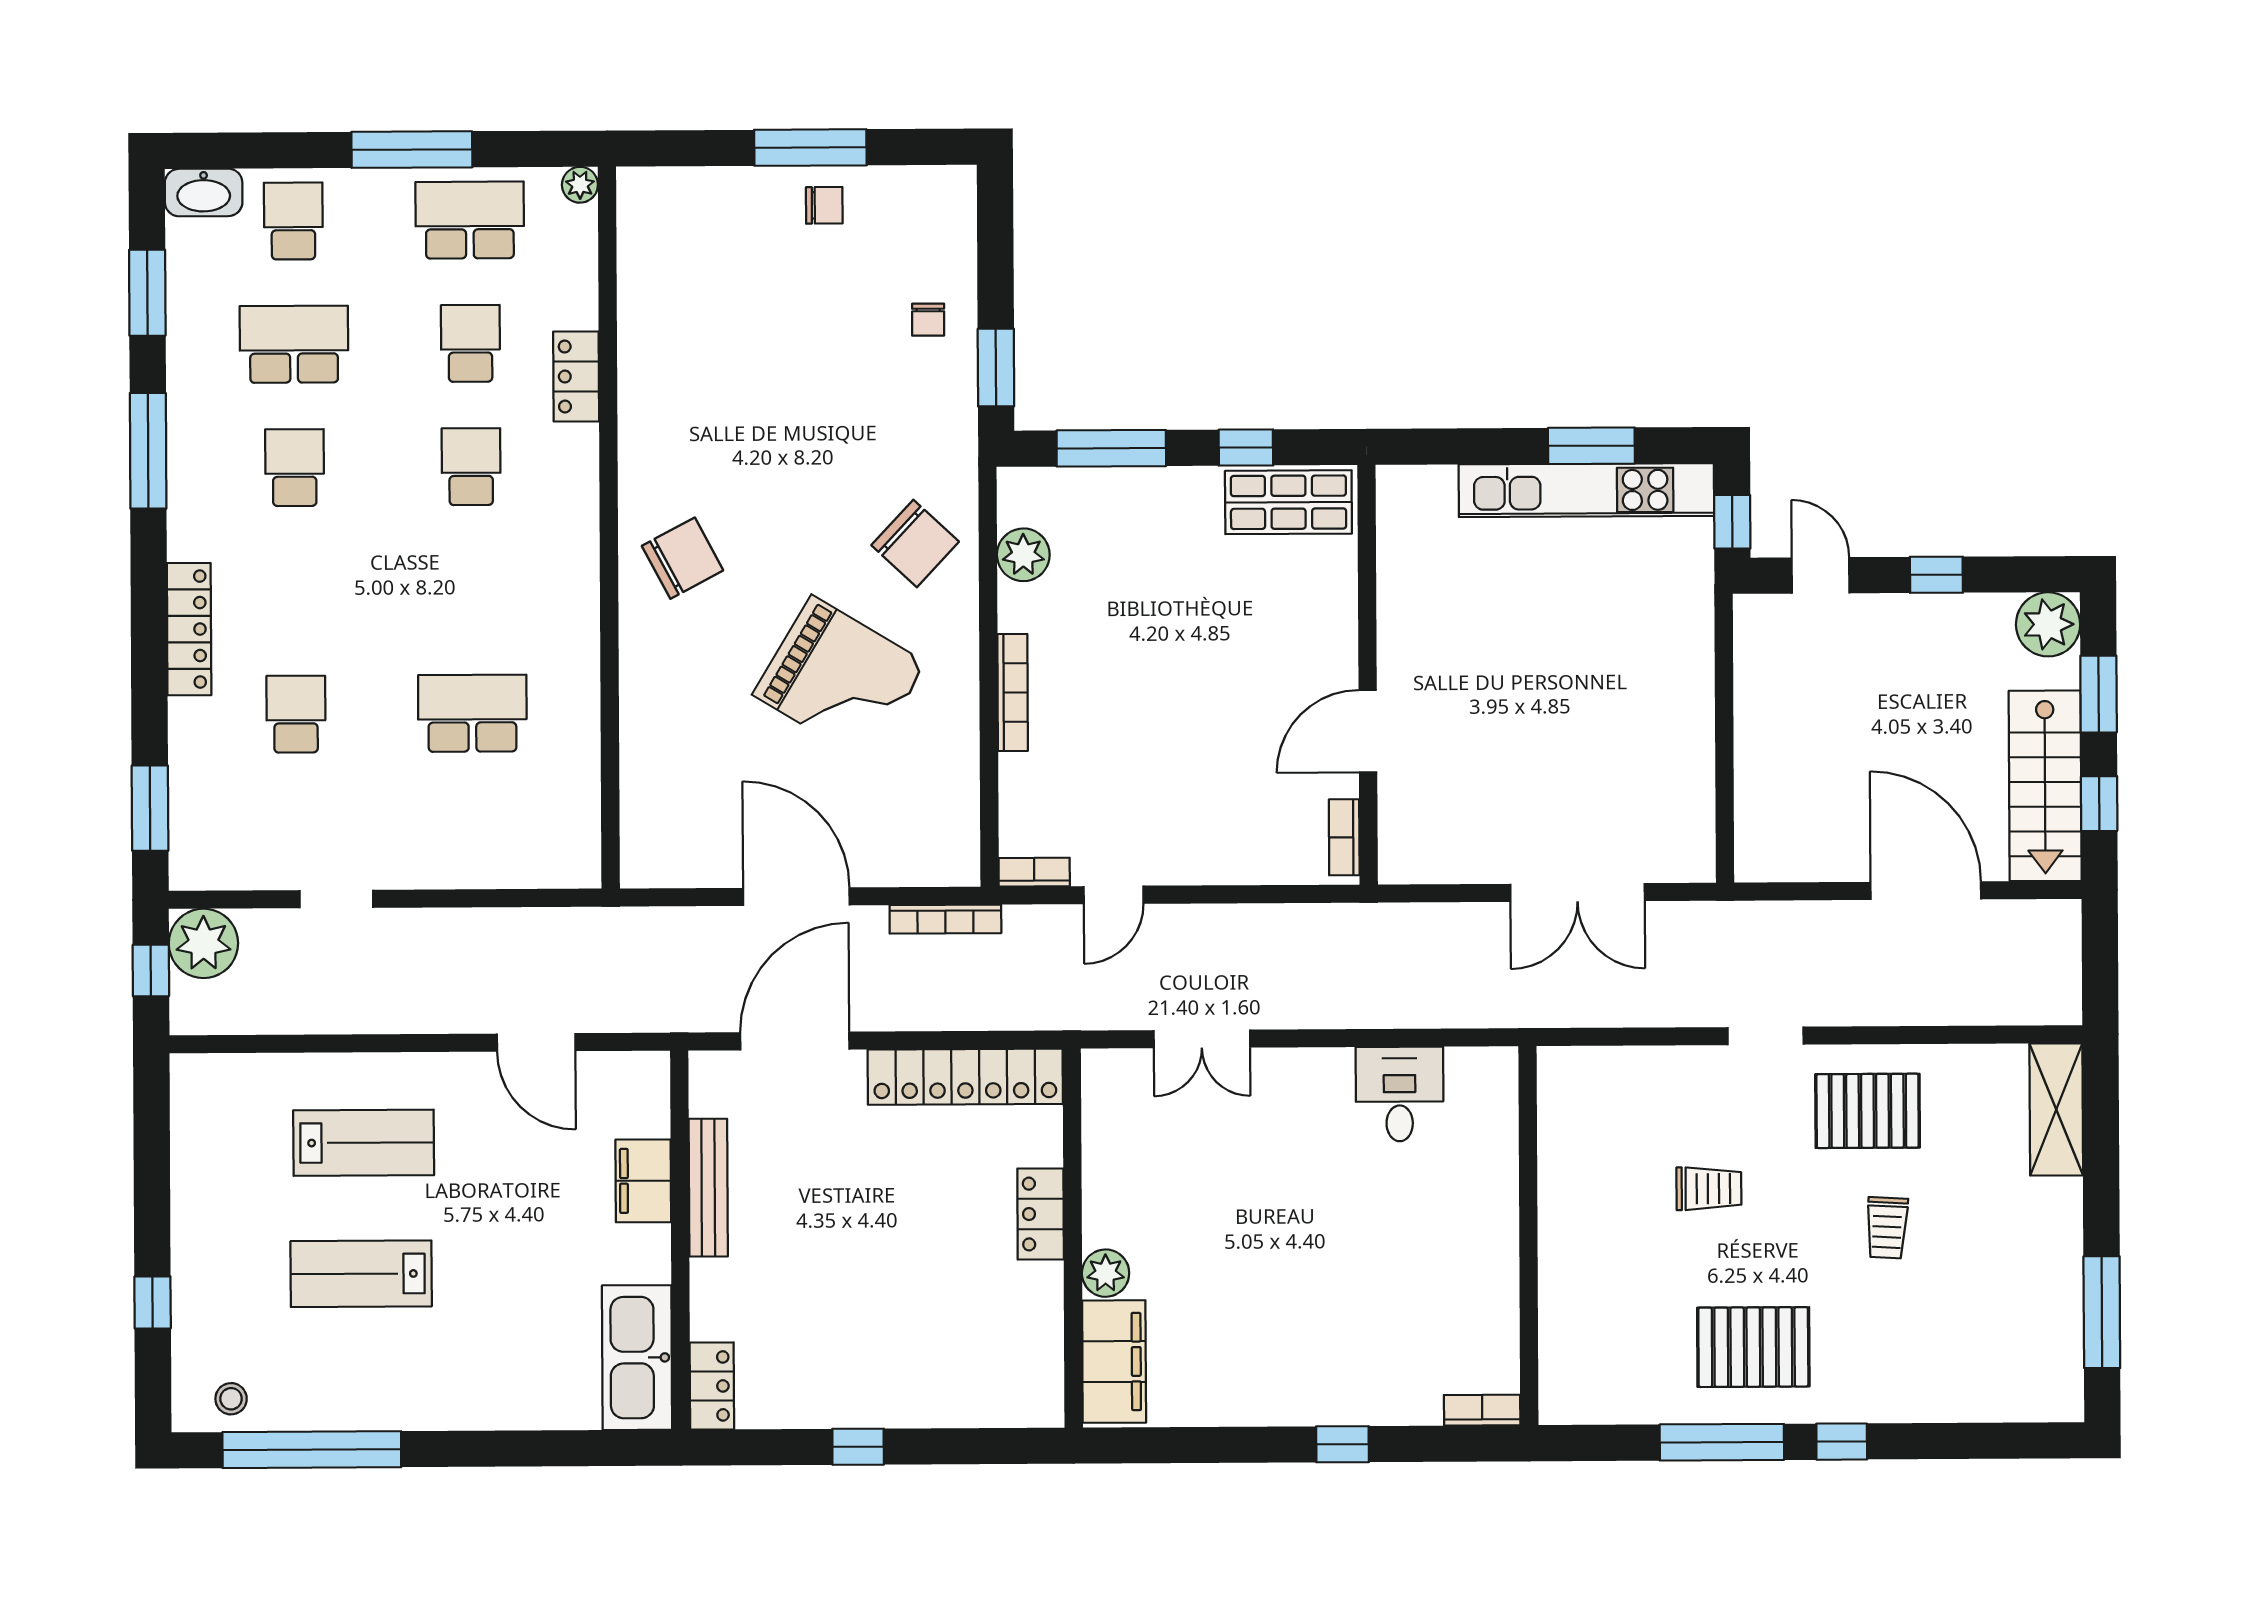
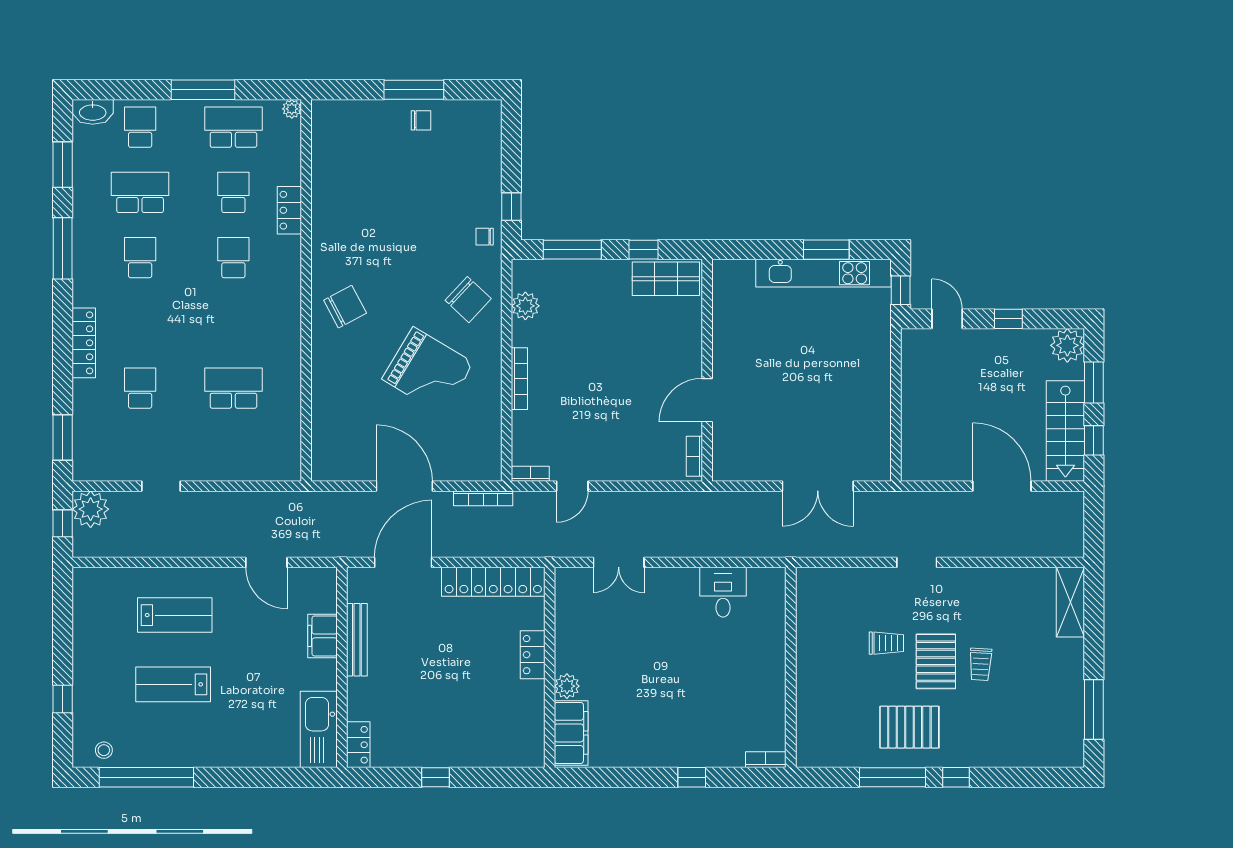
chair: (928, 320) -> (485, 237), moved, turned 90
window: (996, 368) -> (511, 207), width x0.67
pallet: (1868, 1111) -> (936, 661), moved, turned 90

